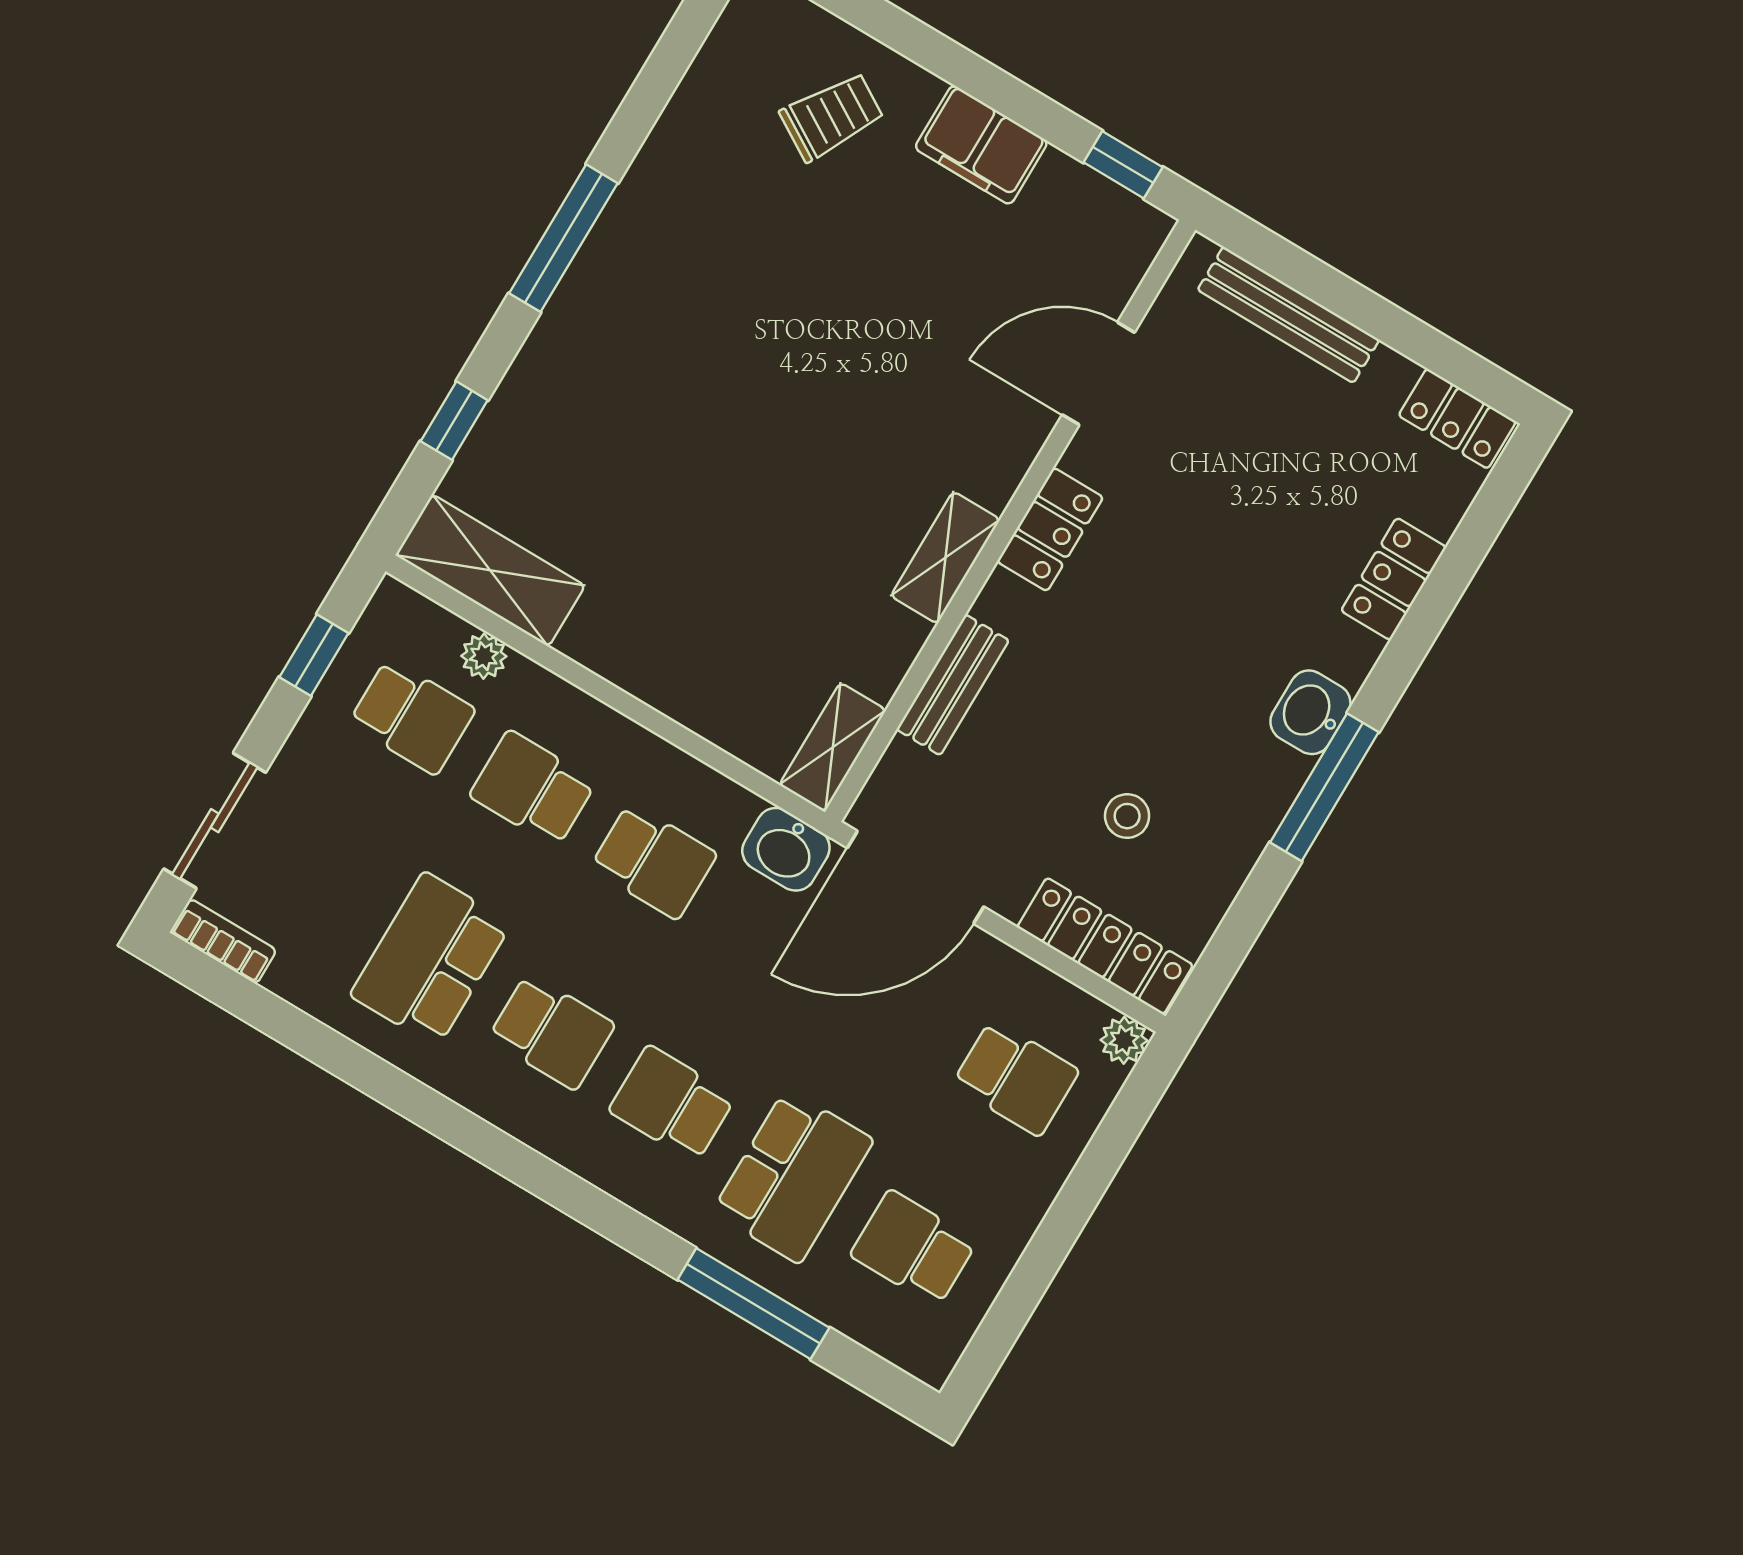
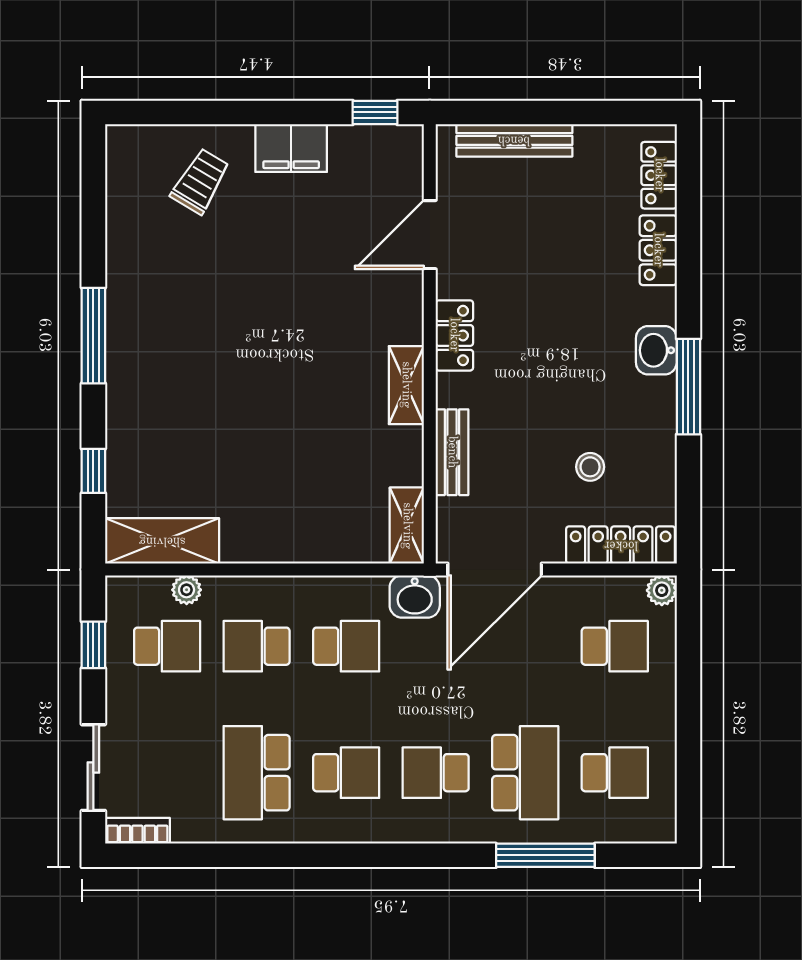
locker: (1457, 419) -> (659, 175), moved, turned 90
school desk: (914, 1248) -> (615, 773), turned 180

